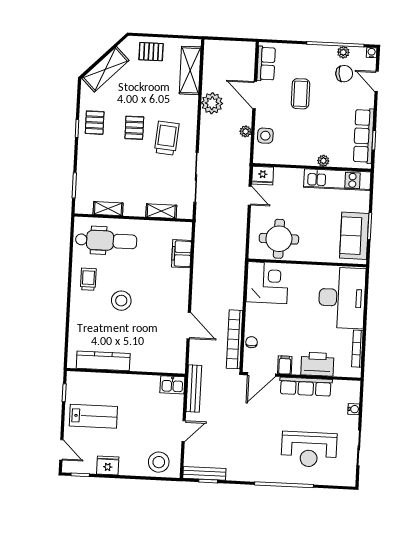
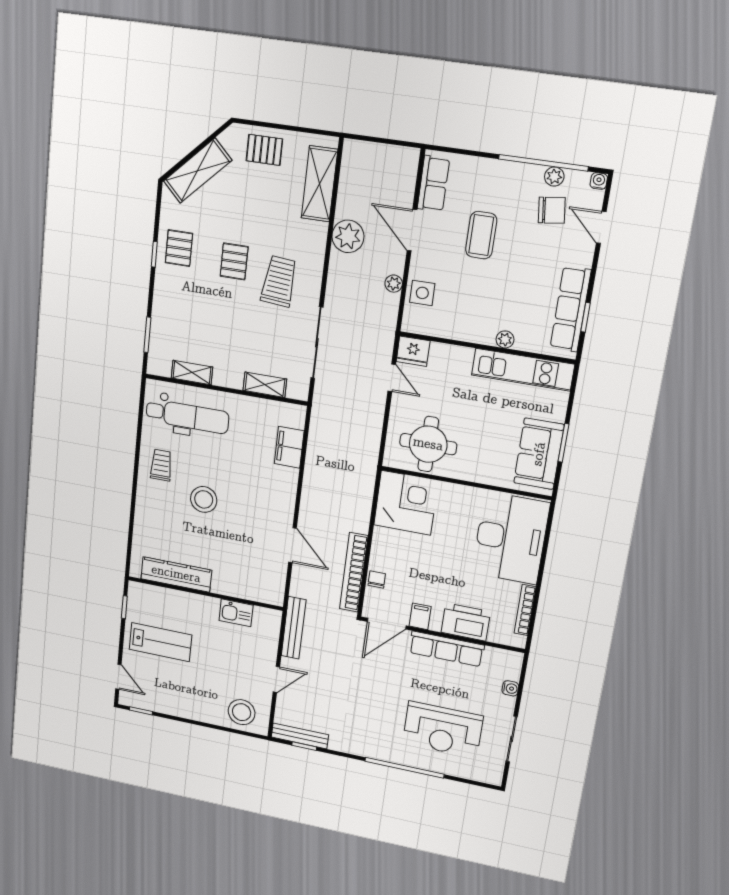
kitchen sink: (172, 385) -> (236, 613), moved
fridge: (108, 465) -> (176, 705), removed

